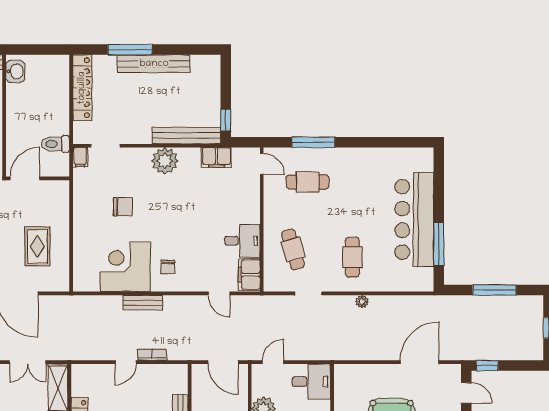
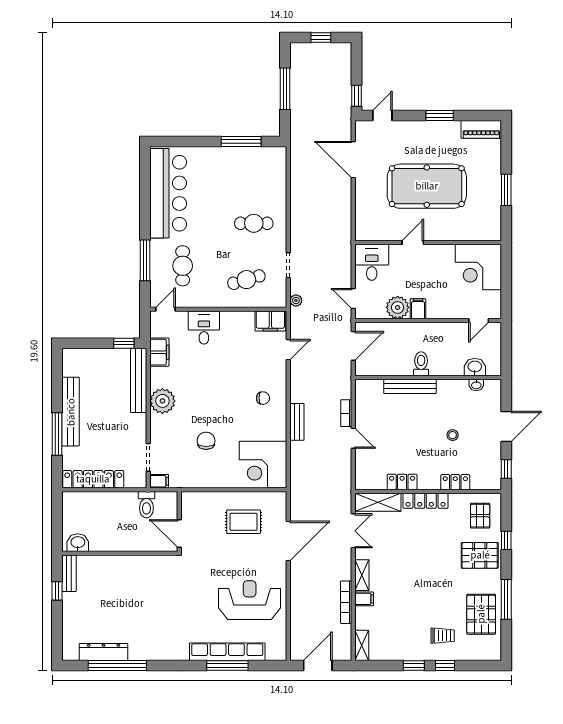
bar counter: (414, 219) -> (168, 193), moved, turned -90
desk: (242, 241) -> (204, 328), moved
corner desk: (125, 267) -> (263, 465), moved
plant: (362, 302) -> (296, 300), moved

